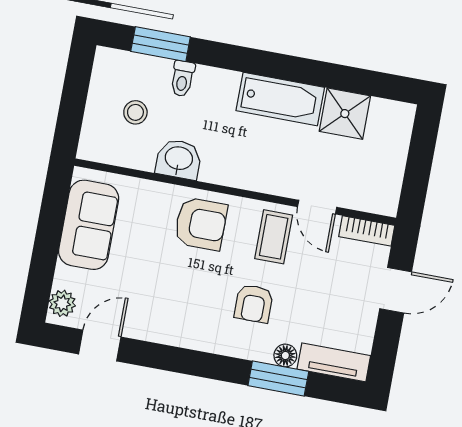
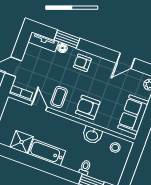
stool: (135, 112) -> (115, 147), moved
armchair: (254, 304) -> (82, 63), moved, turned -90
door: (100, 345) -> (126, 61), moved

